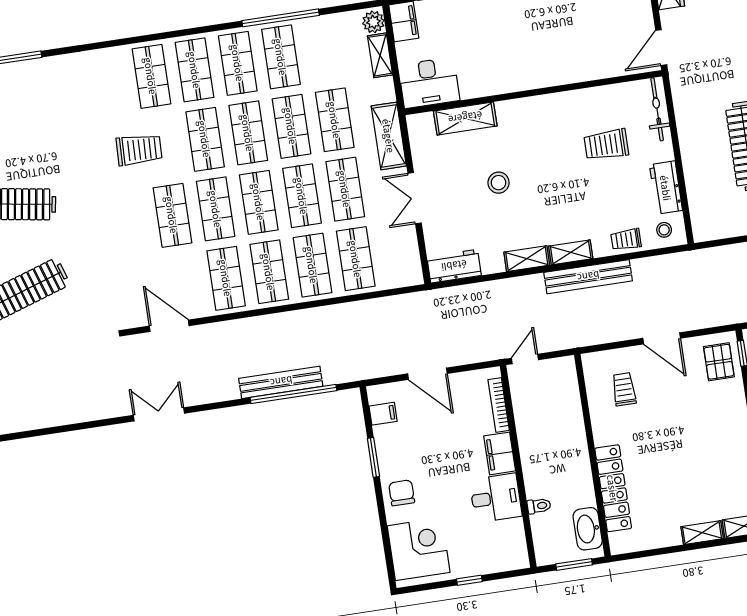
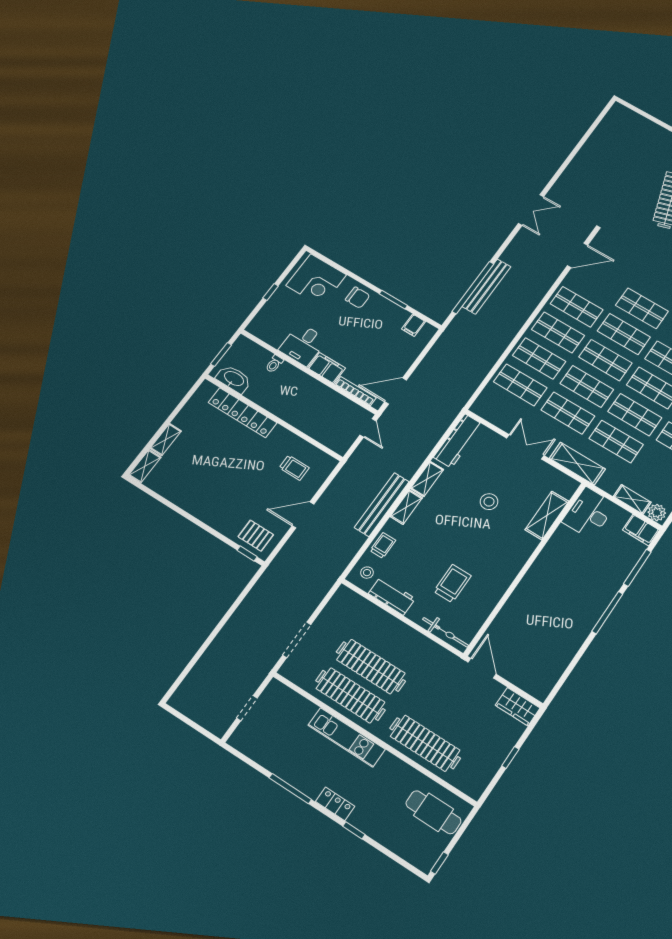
workbench: (454, 266) -> (458, 441), width x1.38
door: (427, 374) -> (396, 391), moved

